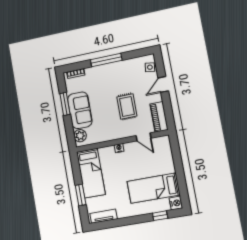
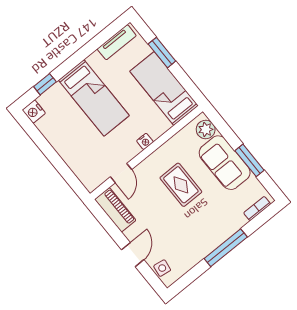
rug: (127, 106) -> (181, 185), moved
door: (143, 137) -> (121, 173), swing flipped
bed: (153, 188) -> (94, 98), moved, turned 90

